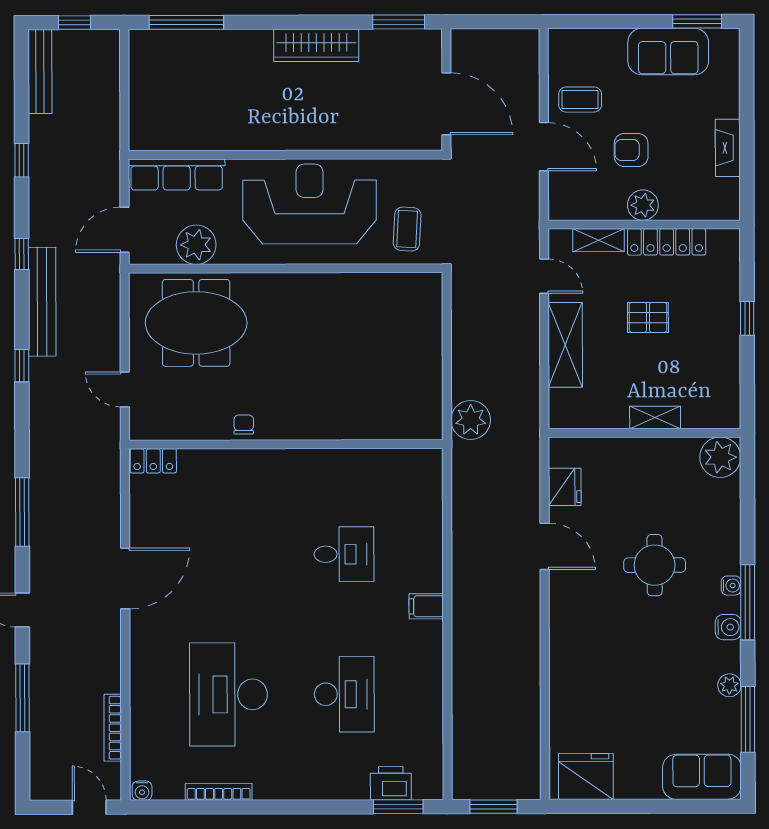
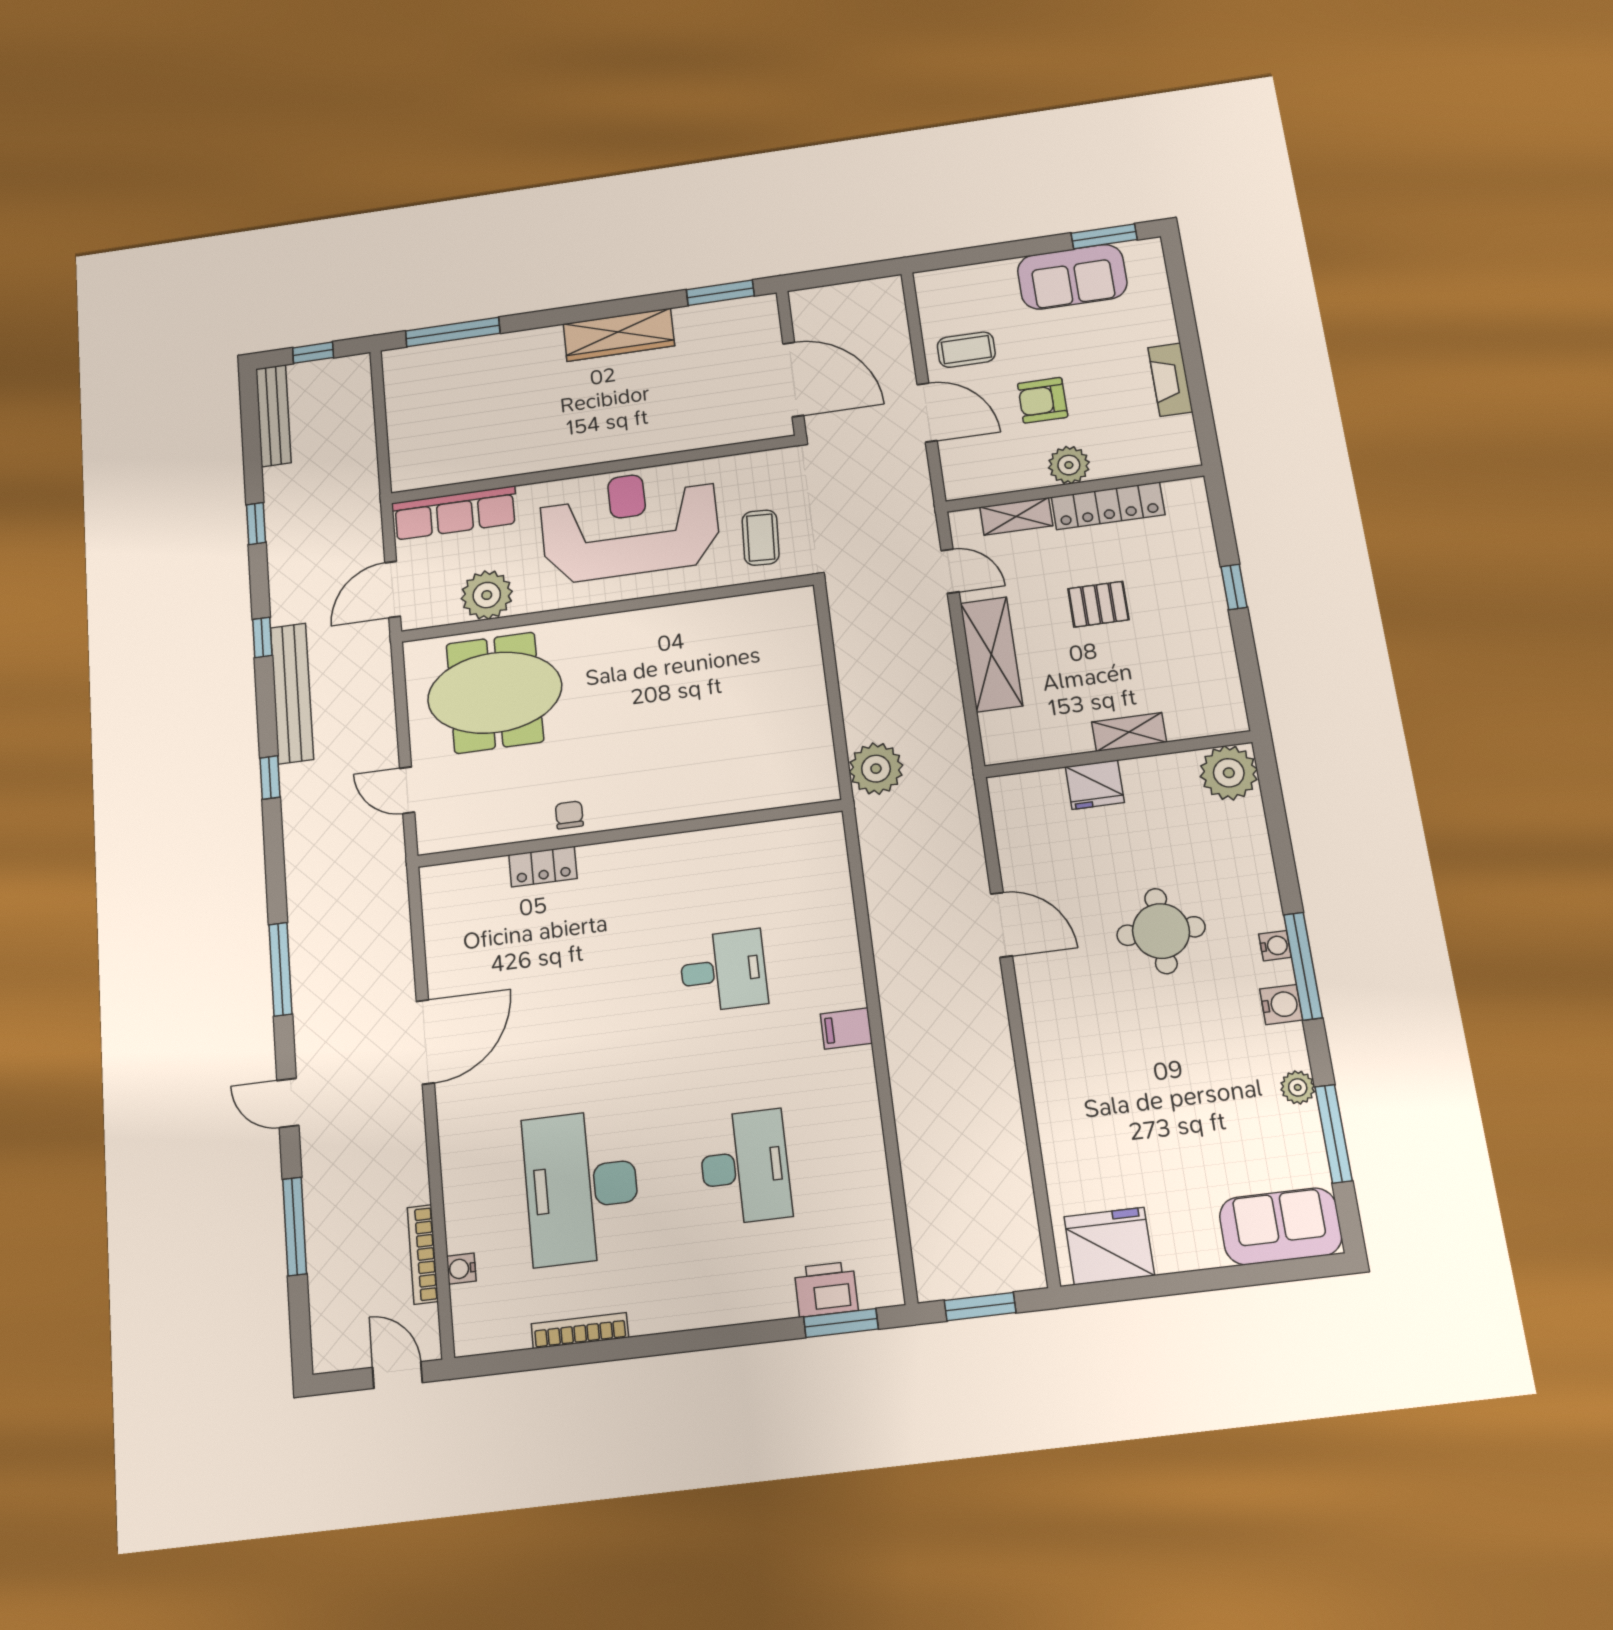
locker: (153, 461) -> (543, 867), moved
fridge: (565, 487) -> (1095, 785), moved, turned 90
water cooler: (142, 791) -> (461, 1269), moved, turned 90

